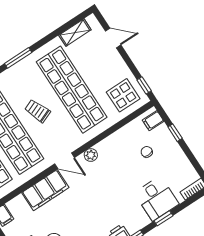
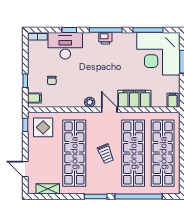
desk: (157, 198) -> (65, 46), width x1.37

